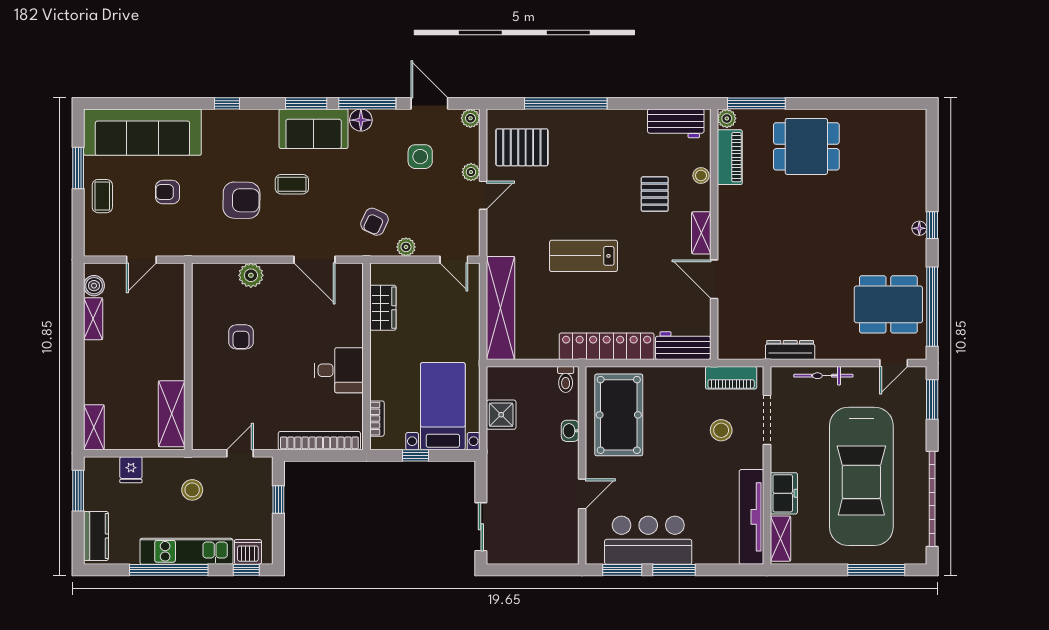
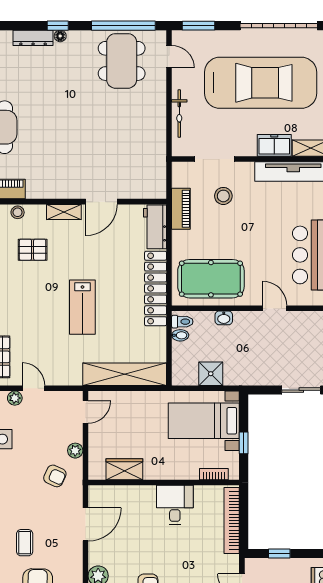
dresser: (790, 350) -> (33, 38), moved, turned -90
bidet: (549, 377) -> (180, 335), added
piano: (731, 378) -> (181, 209), moved

